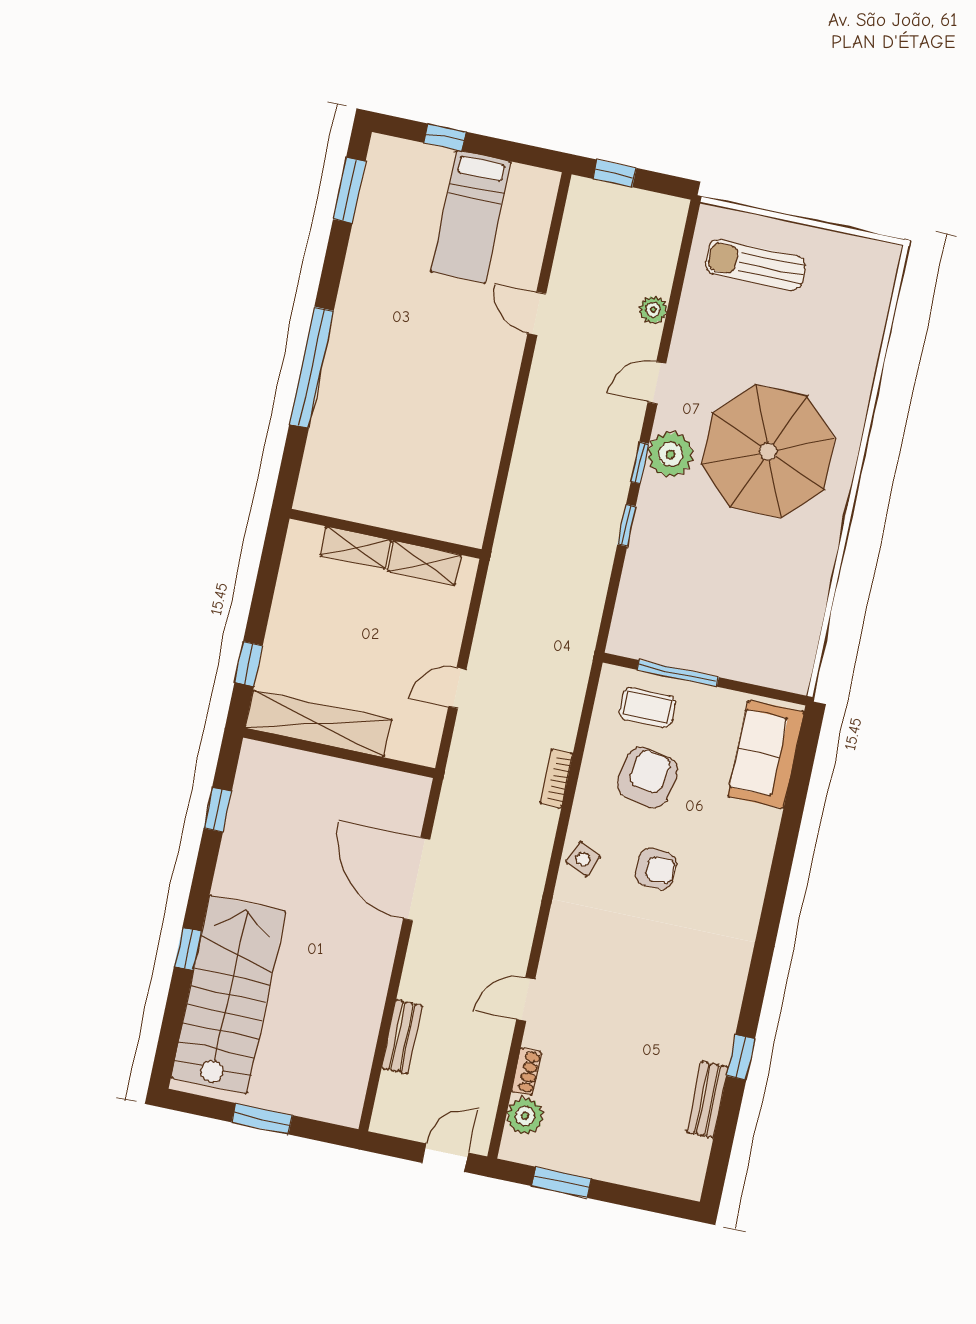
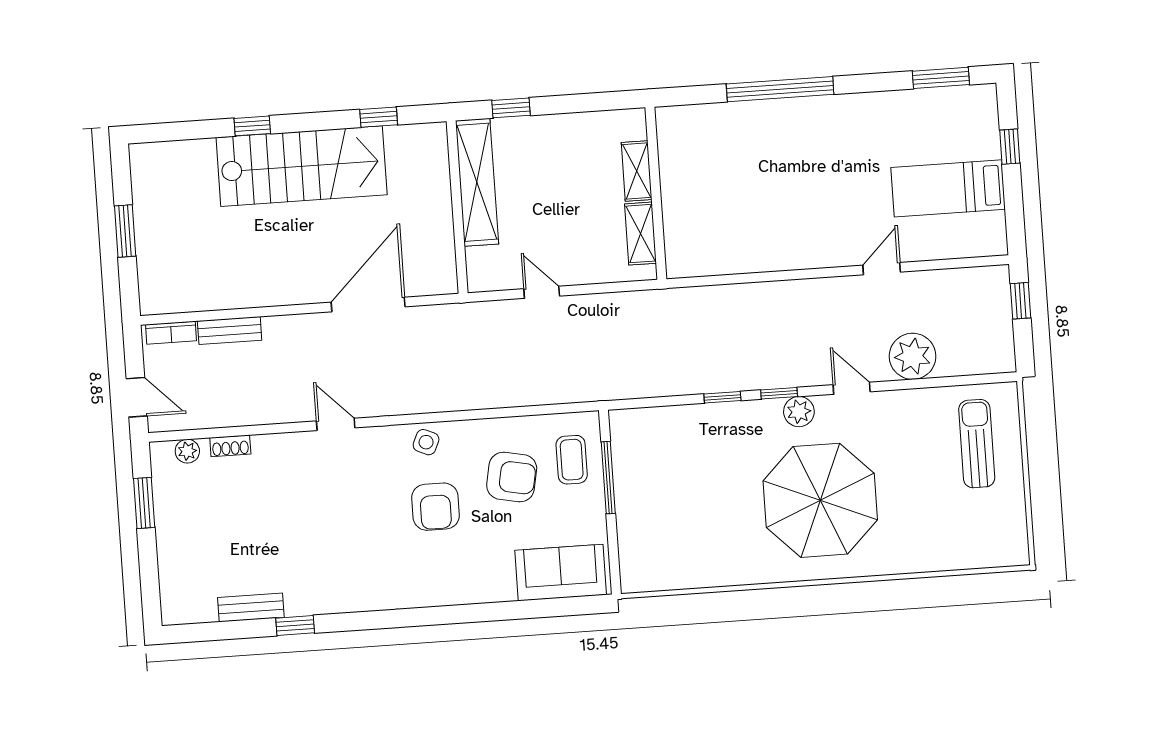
plant: (653, 310) -> (913, 356), width x1.88, depth x1.88
plant: (670, 454) -> (799, 412), width x0.73, depth x0.73
bookcase: (556, 778) -> (171, 333), moved, turned 180
armchair: (656, 869) -> (435, 507), width x1.38, depth x1.38
stairs: (228, 994) -> (302, 166), moved
door: (526, 999) -> (336, 424), moved
plant: (525, 1116) -> (187, 451), width x0.73, depth x0.73

